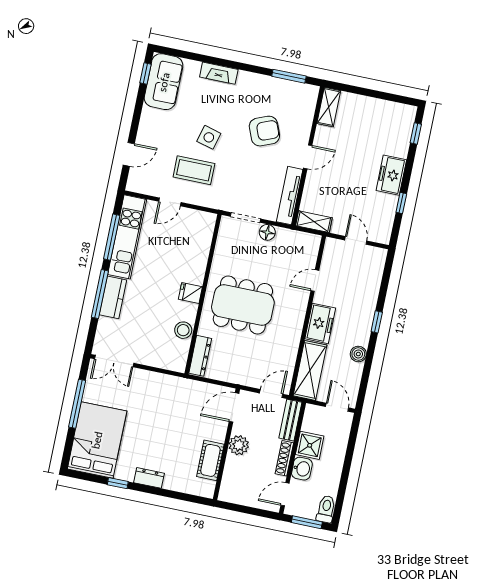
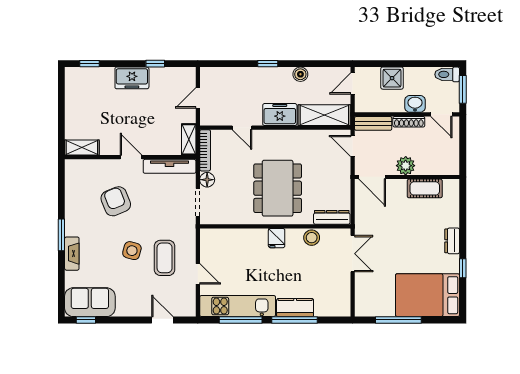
window: (289, 76) -> (61, 235), moved
bookcase: (299, 237) -> (205, 150), added
double door: (114, 361) -> (353, 254), moved
shower: (310, 445) -> (392, 78), moved

